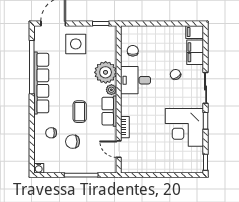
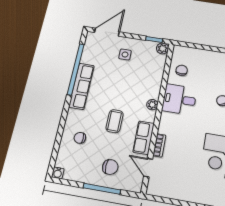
side table: (76, 44) -> (125, 55), width x0.54, depth x0.54
plant: (106, 72) -> (163, 48), moved, width x0.53, depth x0.53
row of seats: (41, 83) -> (81, 86), width x0.73
row of seats: (109, 111) -> (144, 138), moved
chair: (73, 142) -> (110, 167), moved, turned 180

